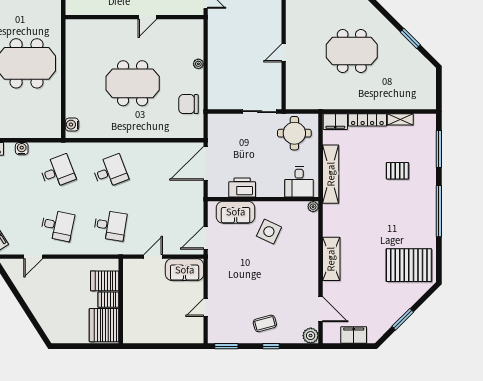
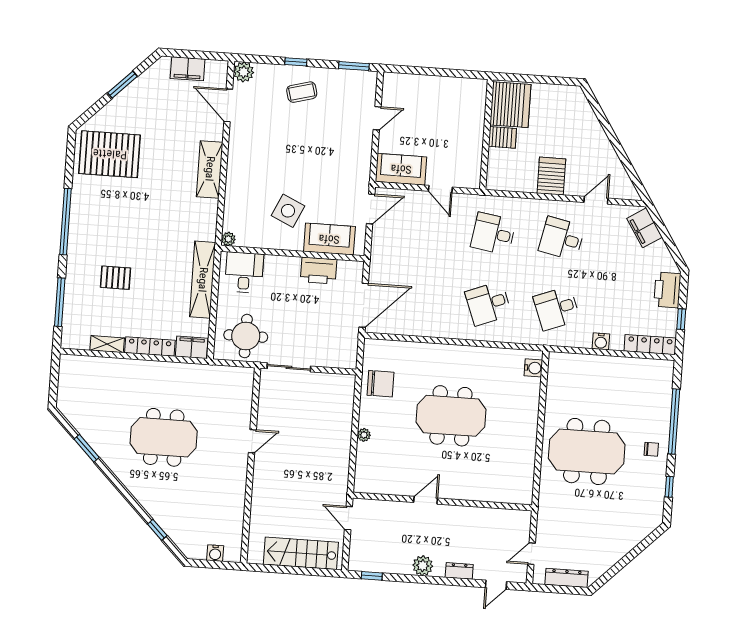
door: (153, 257) -> (440, 189), hinge flipped
server rack: (105, 281) -> (551, 176), moved, turned -90

